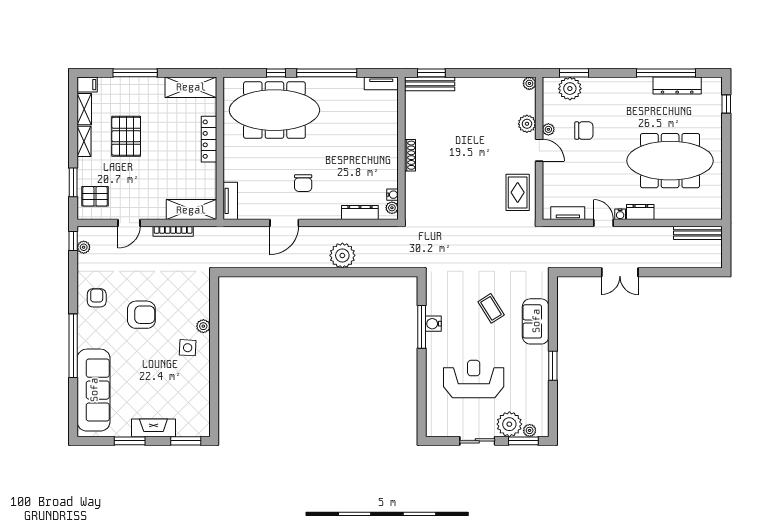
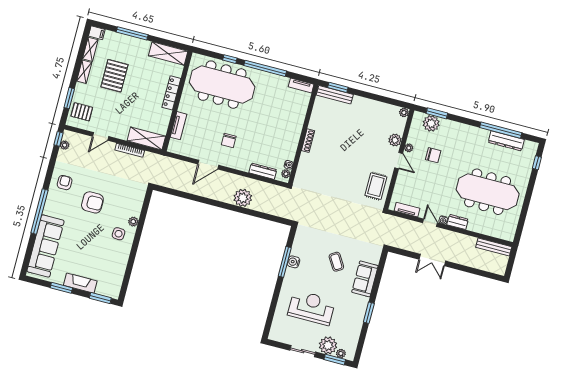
tv unit: (230, 201) -> (178, 126), moved

